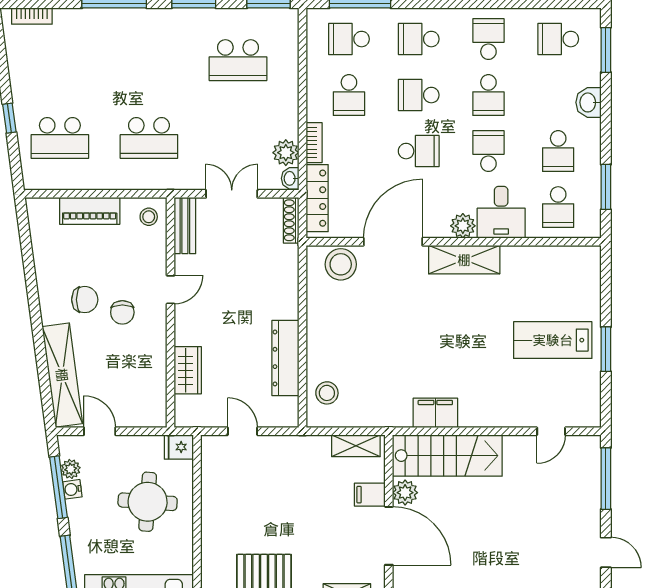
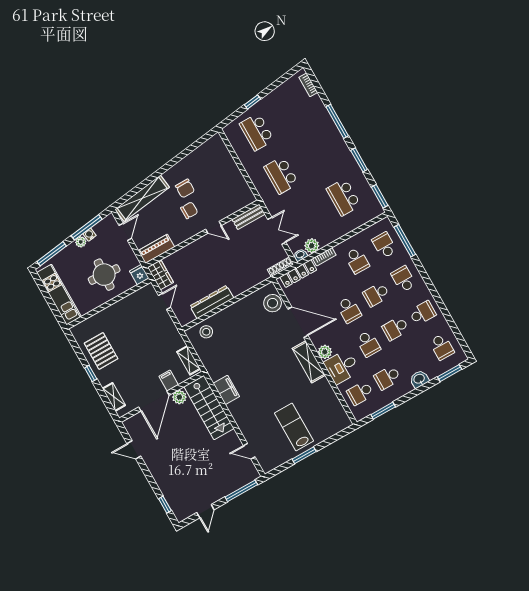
school desk: (558, 39) -> (442, 347), turned 180
school desk: (349, 95) -> (357, 261), turned -90
school desk: (419, 95) -> (376, 294), turned -90
school desk: (488, 151) -> (368, 344), turned 90
piano: (90, 211) -> (156, 249), moved, turned 90
stool: (149, 217) -> (243, 197), removed
chair: (122, 312) -> (189, 210), turned 180
wardrobe: (188, 370) -> (161, 275), moved, turned -90
plant: (71, 469) -> (81, 242), moved

